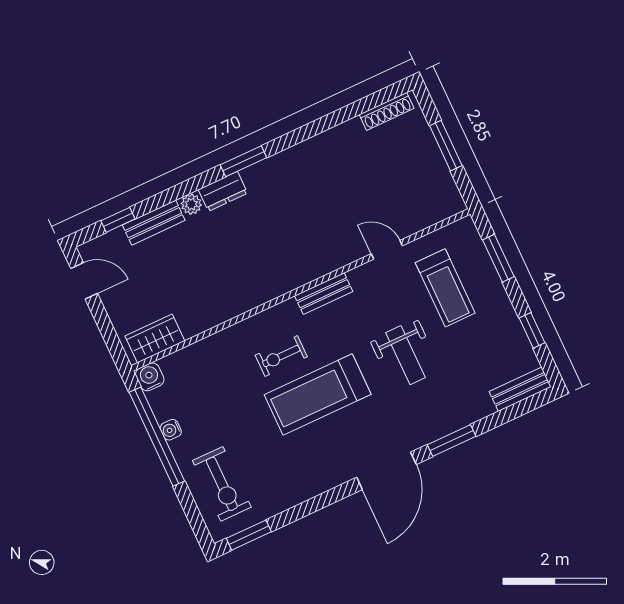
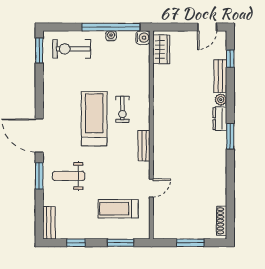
weight bench: (405, 355) -> (69, 176), moved
exercise bike: (281, 356) -> (122, 109), turned 180

